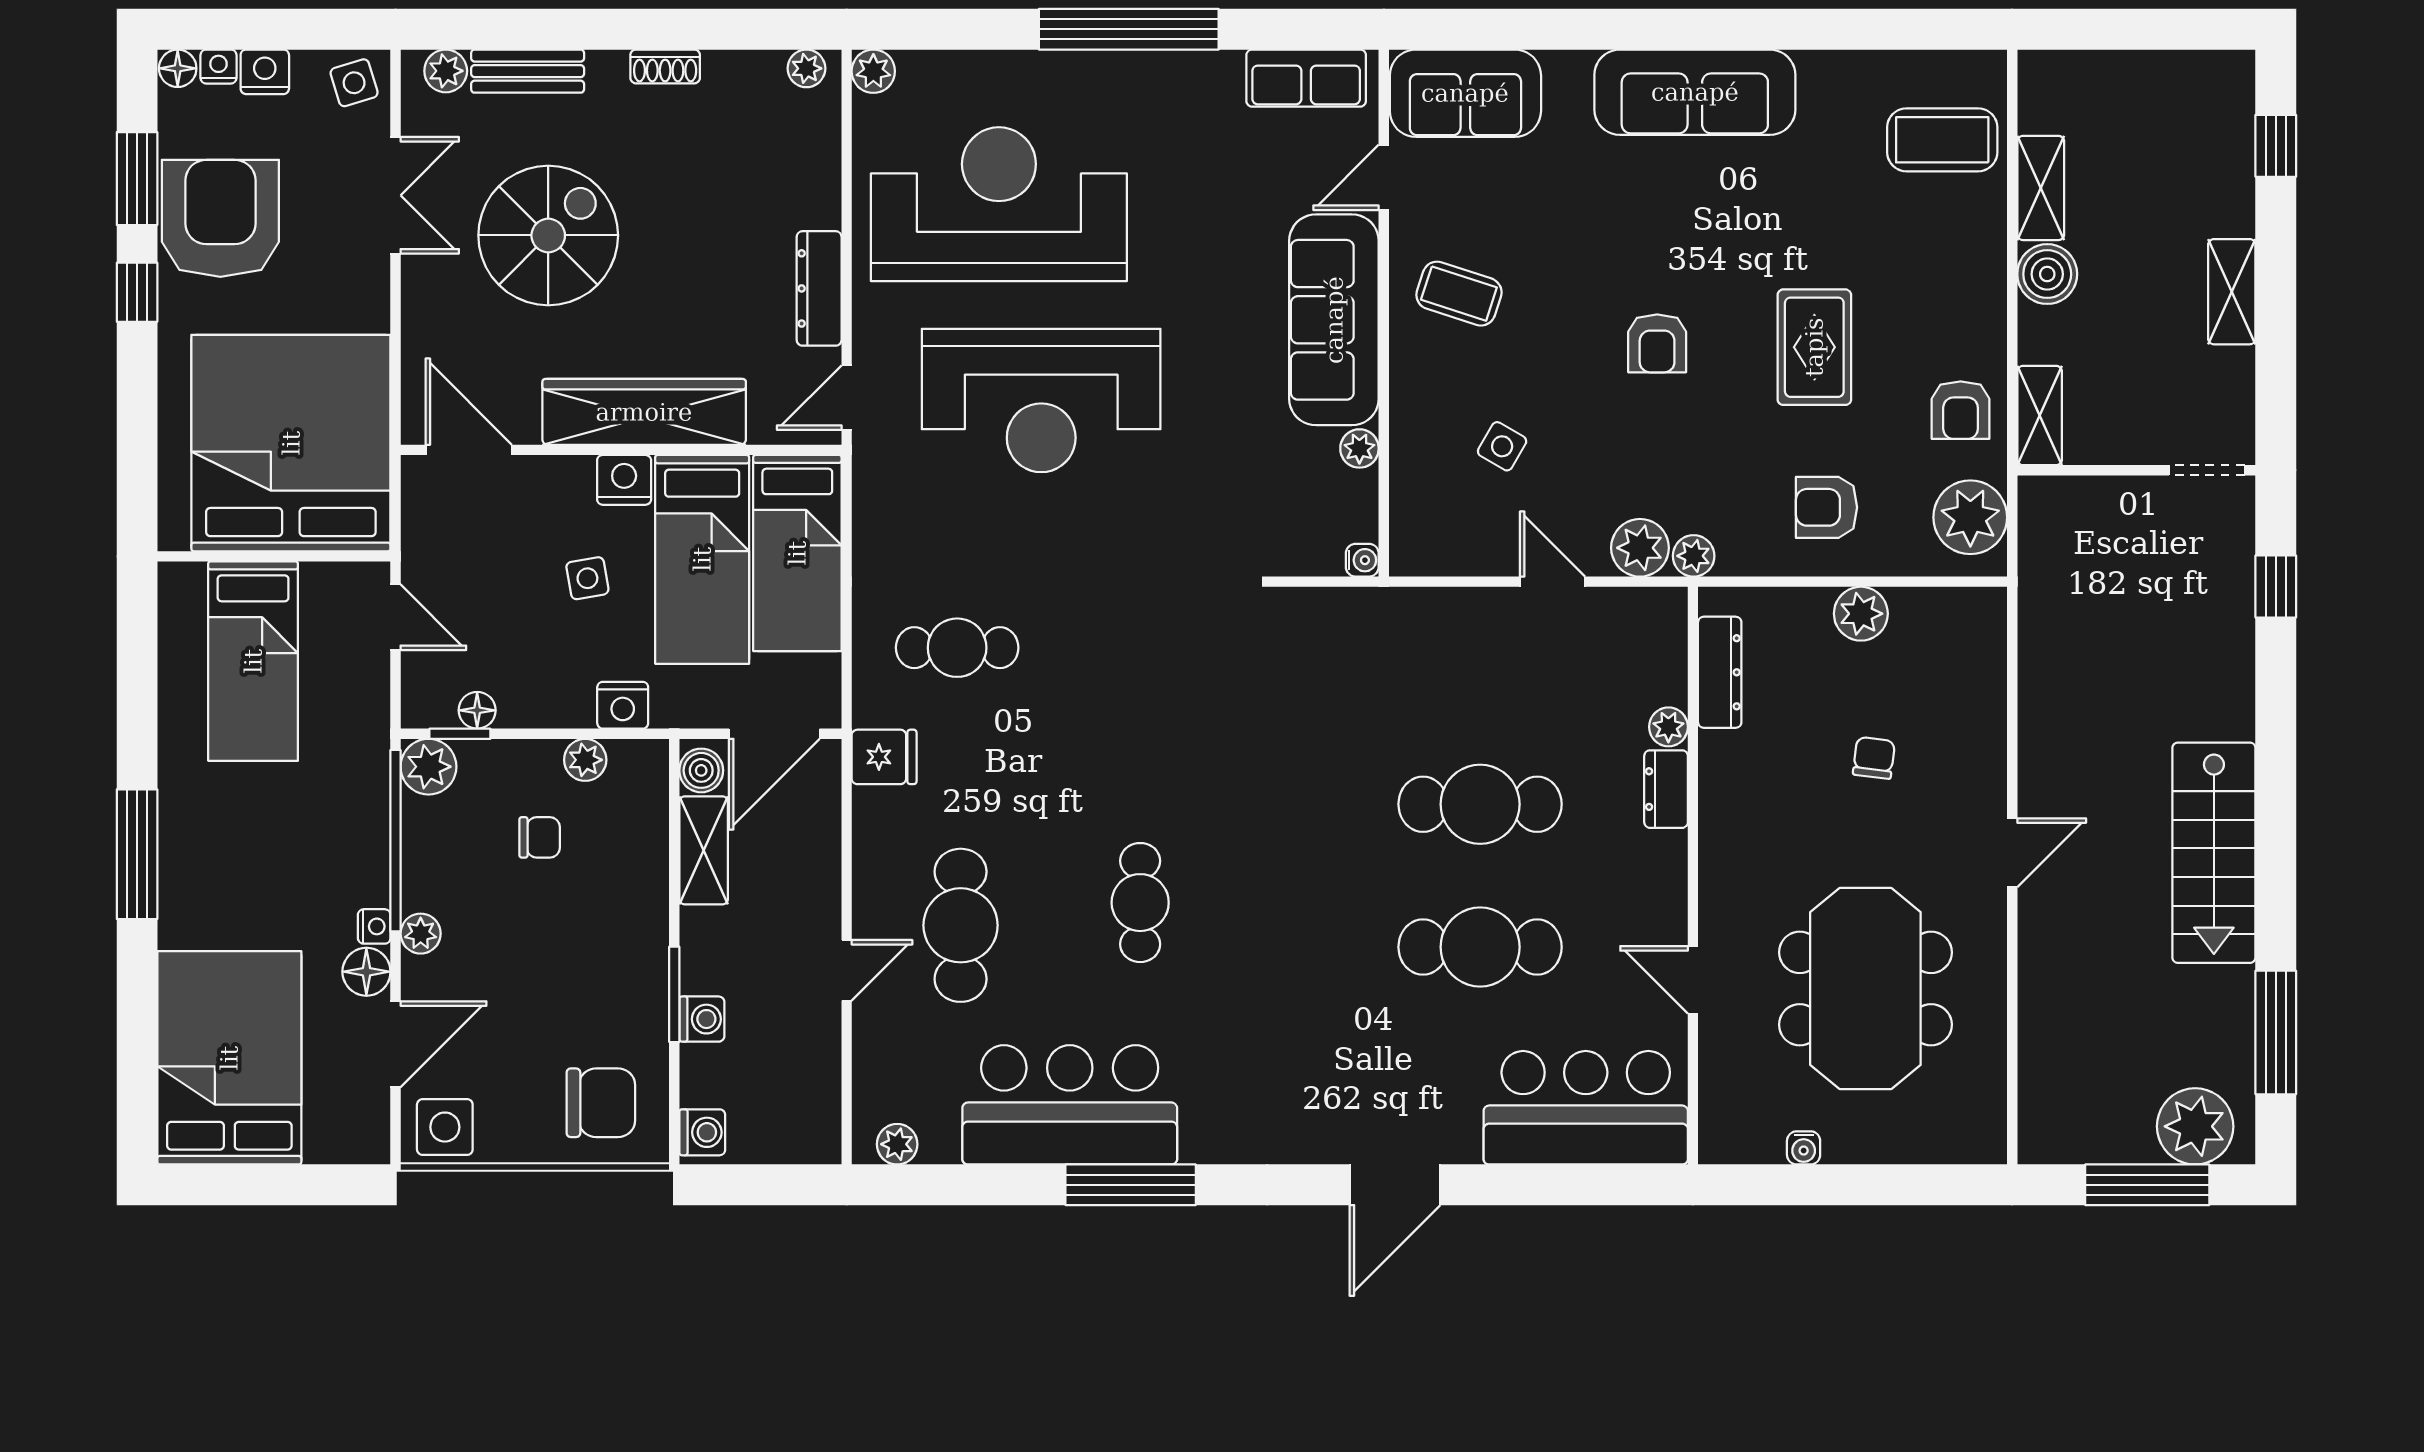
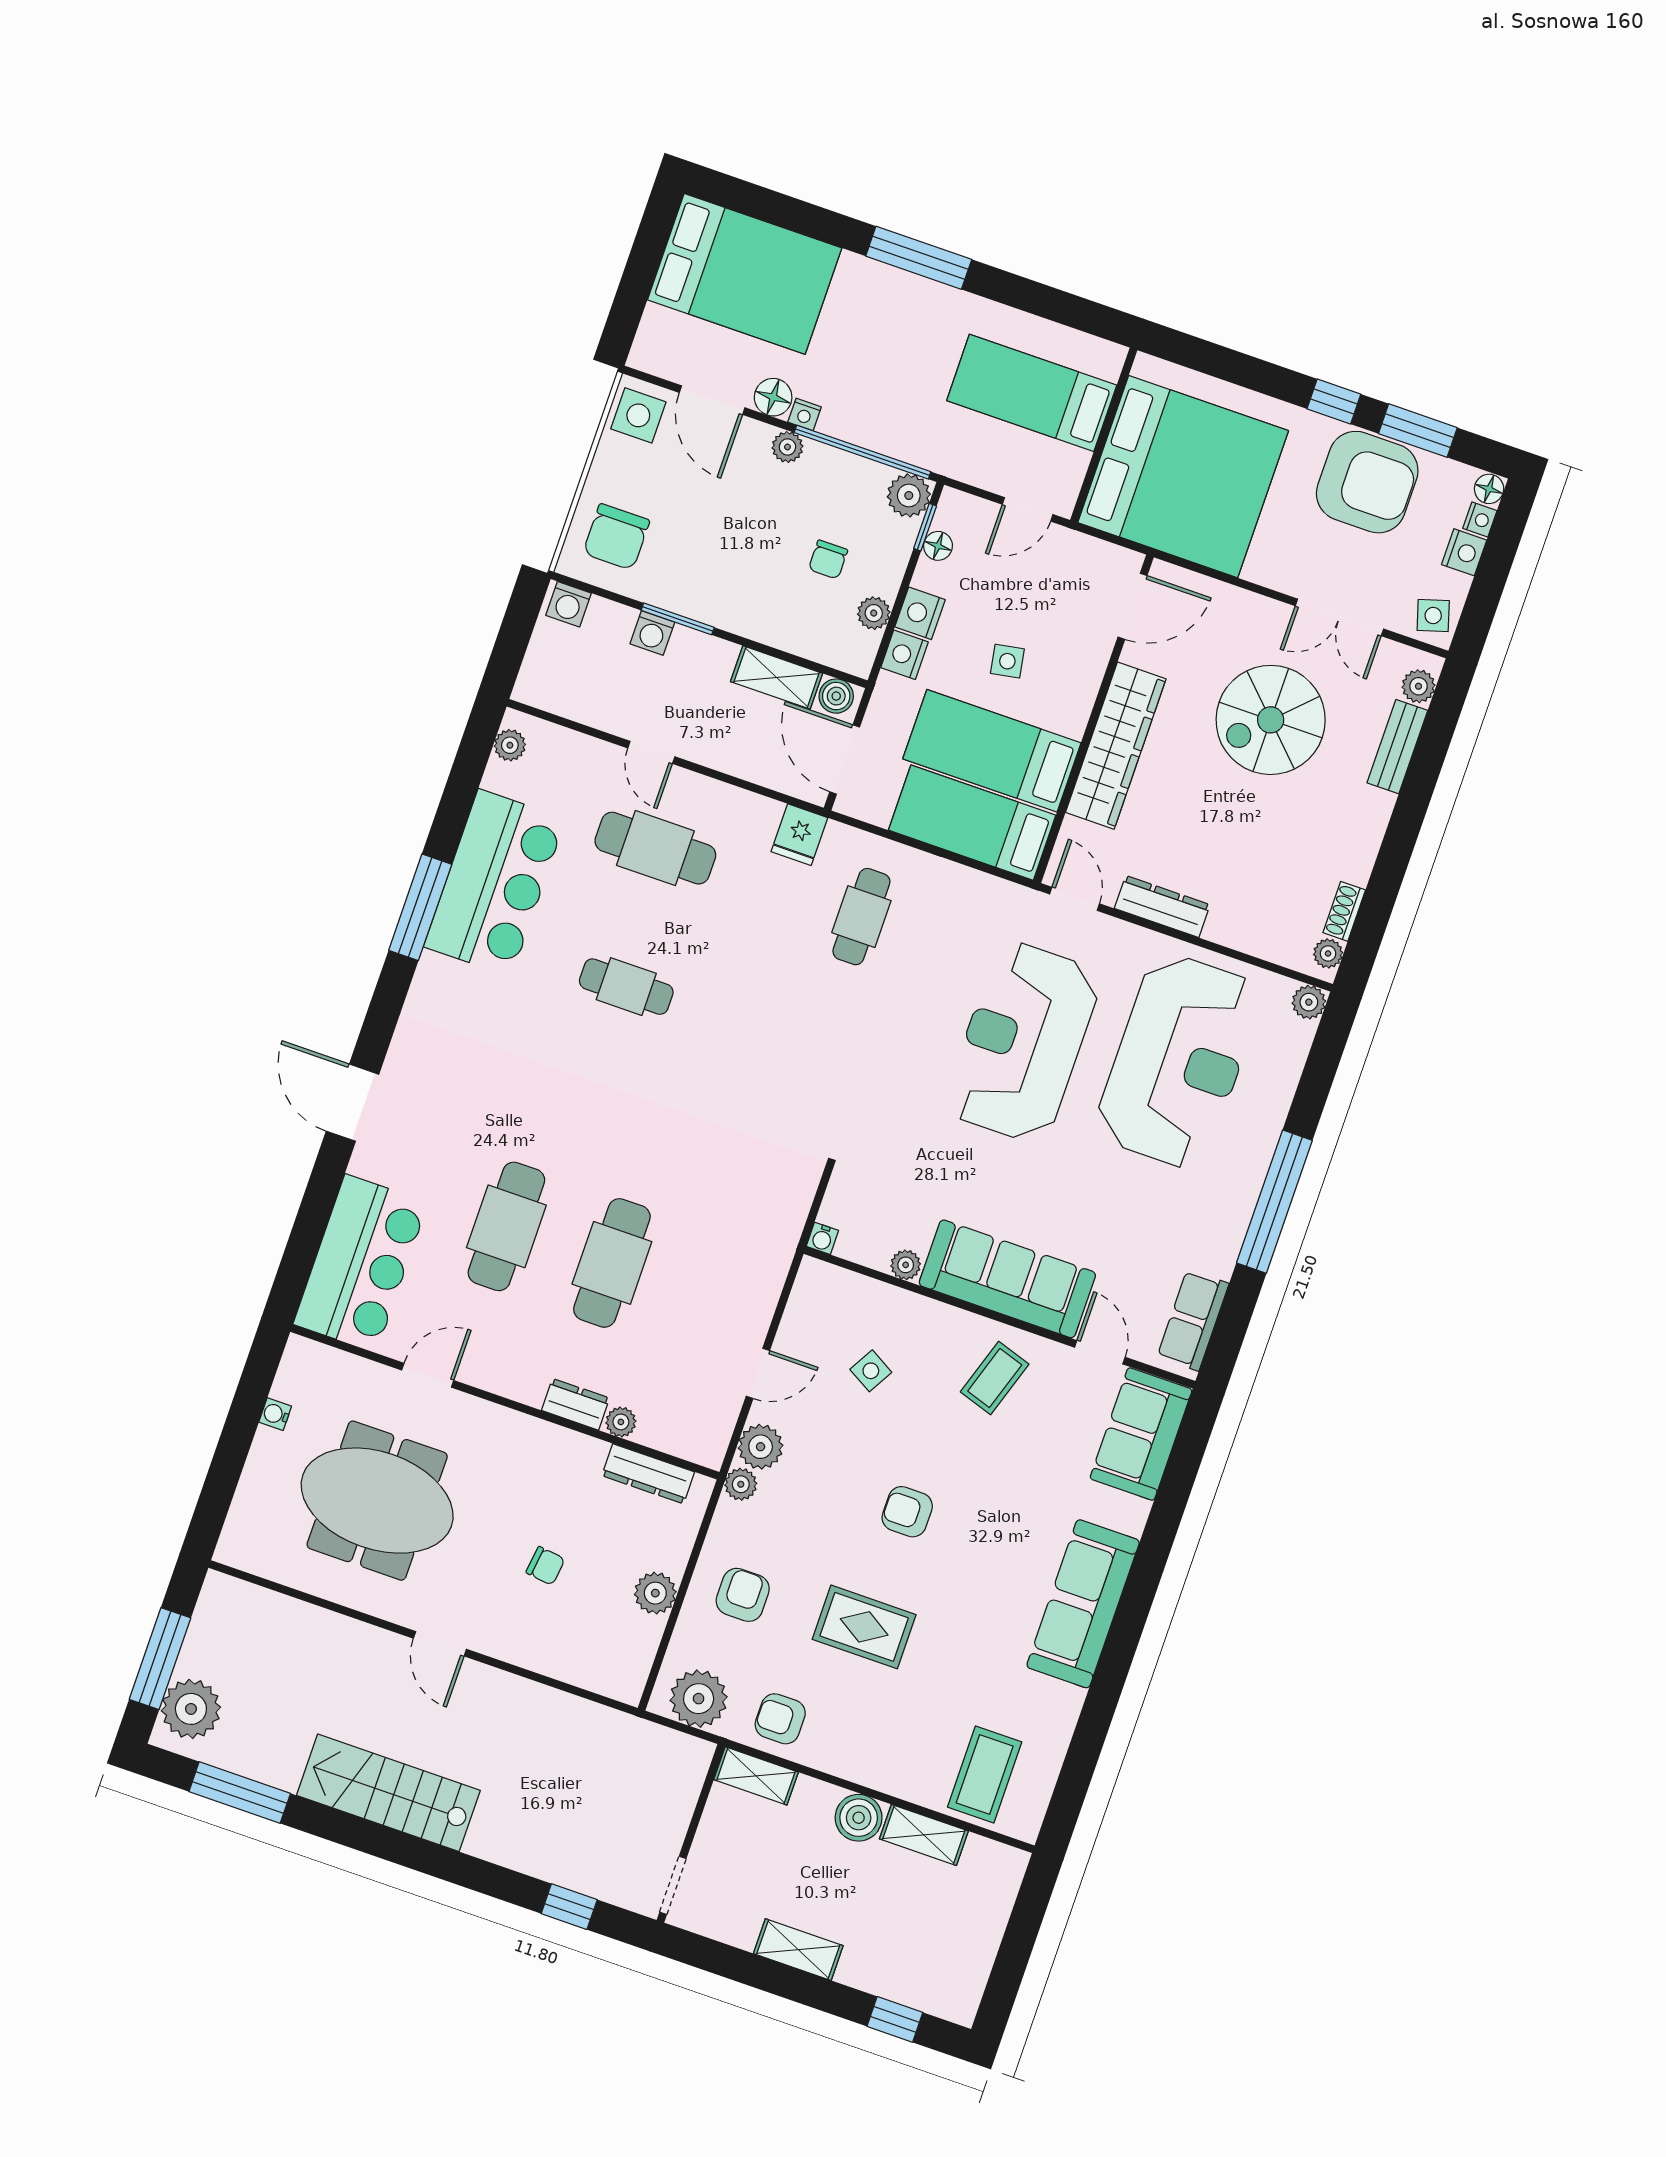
shoe rack: (665, 66) -> (1344, 911), moved
spiral stairs: (548, 235) -> (1271, 720), turned 90
nightstand: (624, 480) -> (920, 613), moved, turned 180

